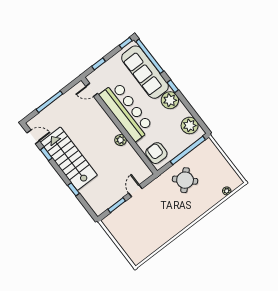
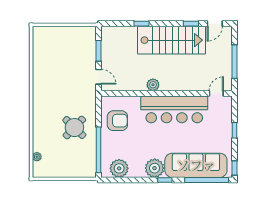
door: (92, 90) -> (216, 93), moved
bar counter: (126, 111) -> (174, 109), moved
wall: (119, 126) -> (166, 93), moved
plant: (121, 140) -> (153, 85), moved

